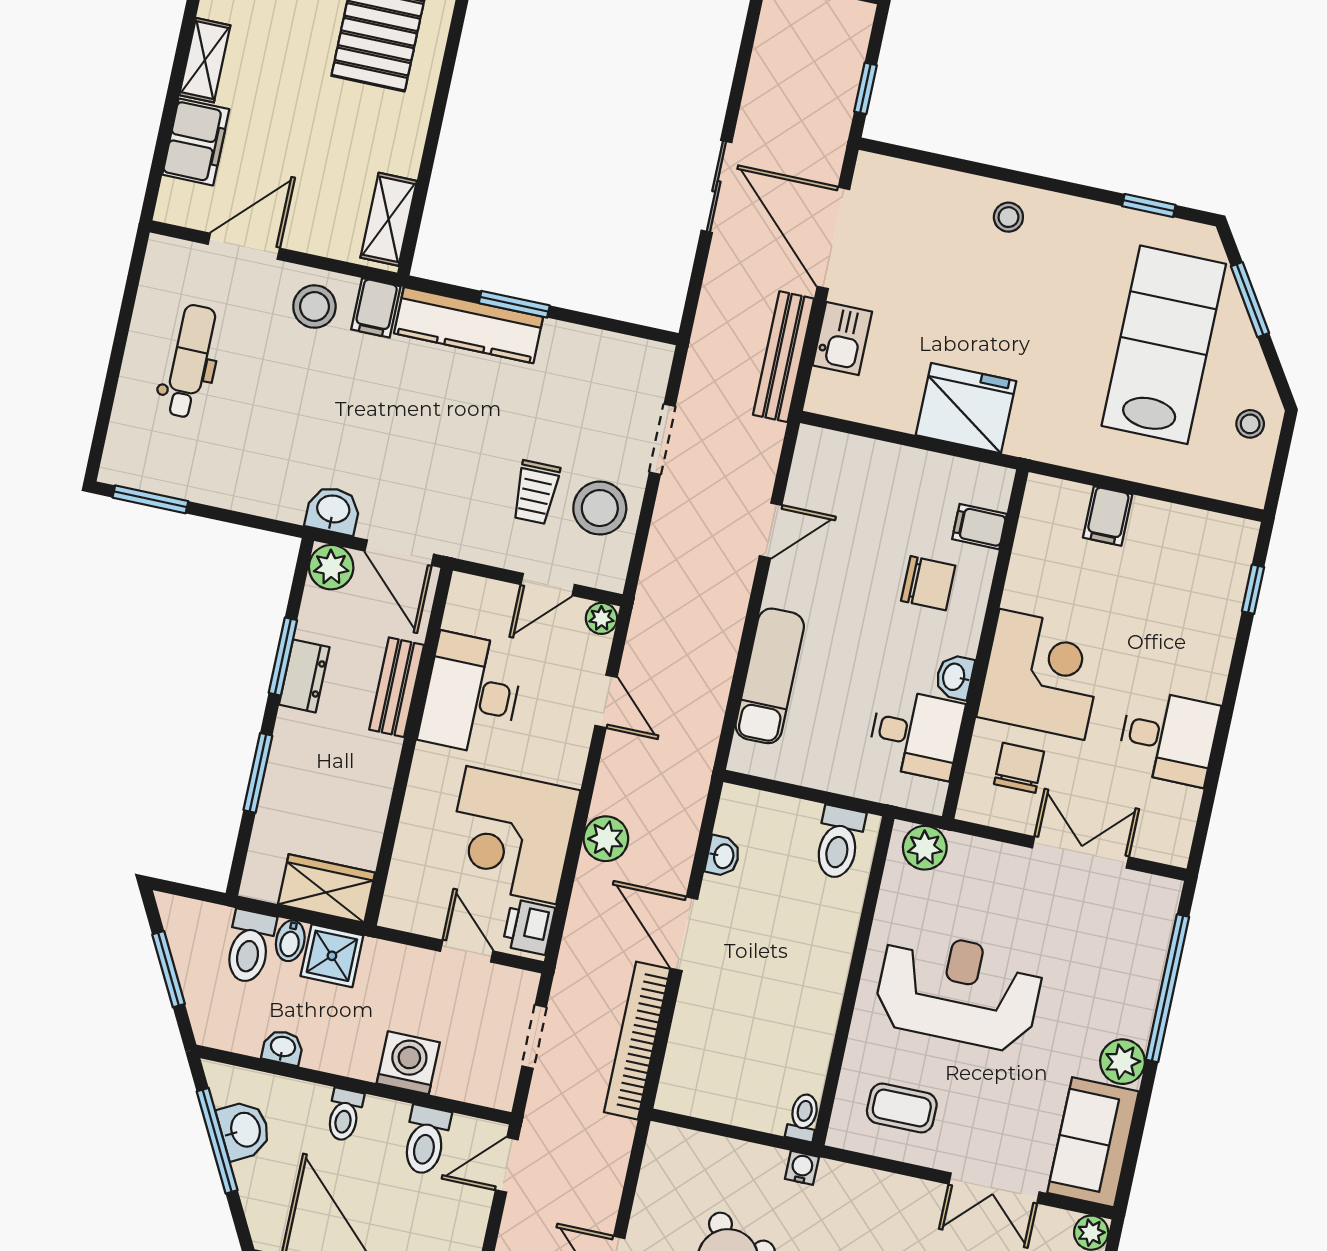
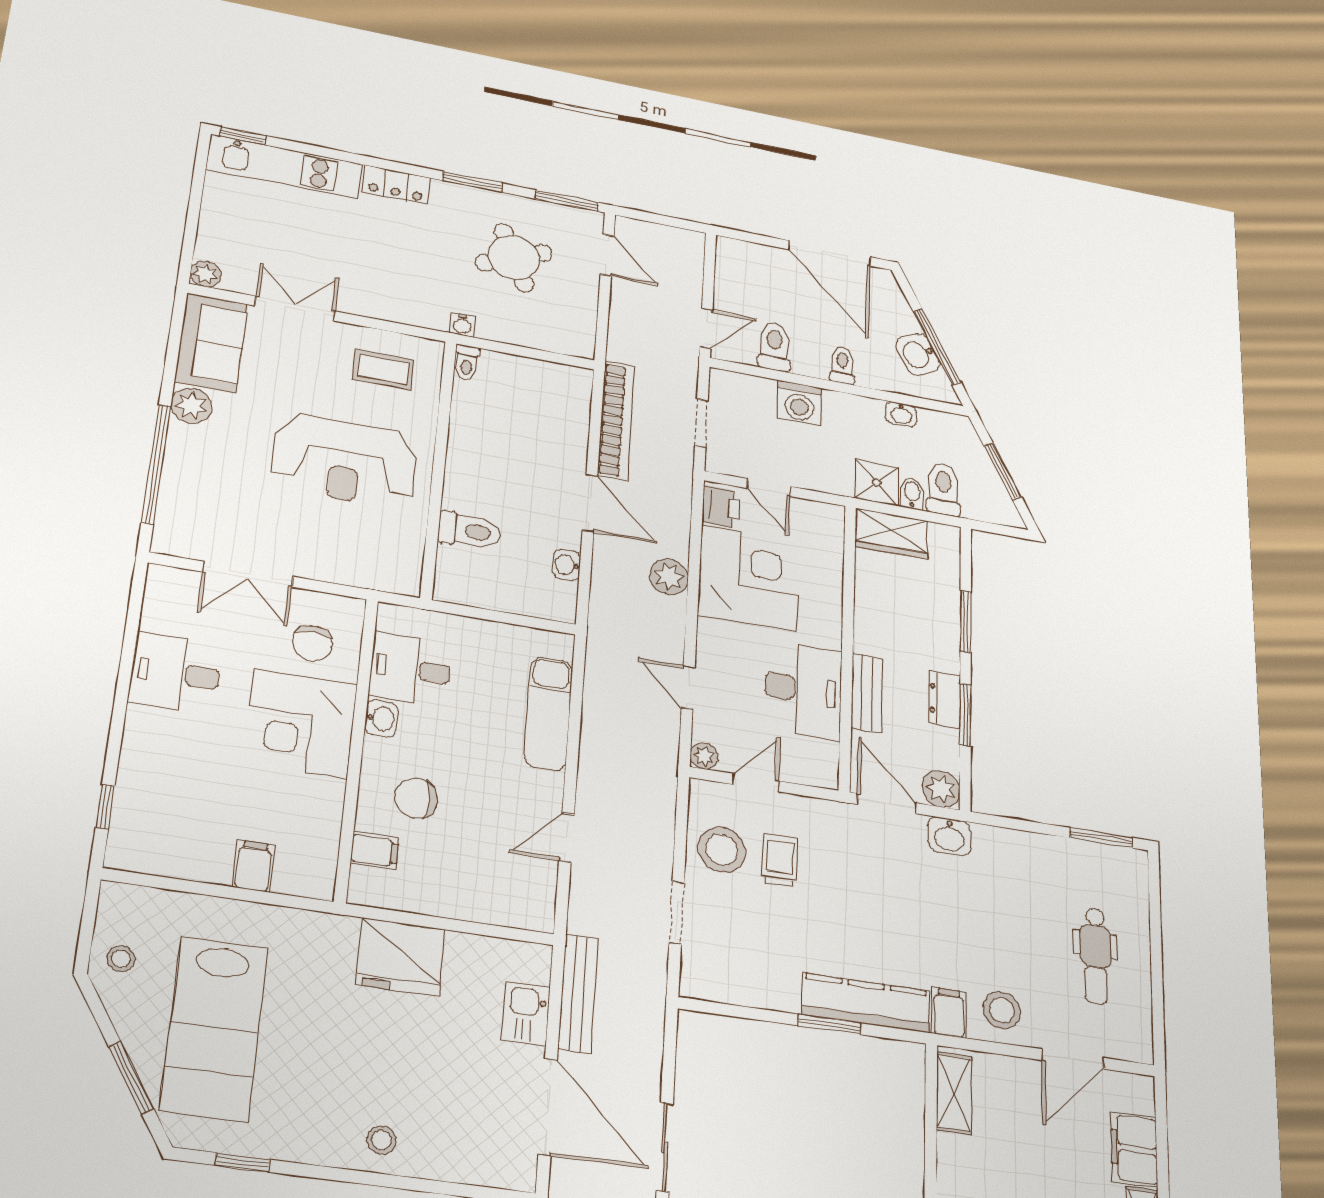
toilet: (839, 843) -> (469, 531), moved, turned 90
plant: (925, 848) -> (390, 575), removed

